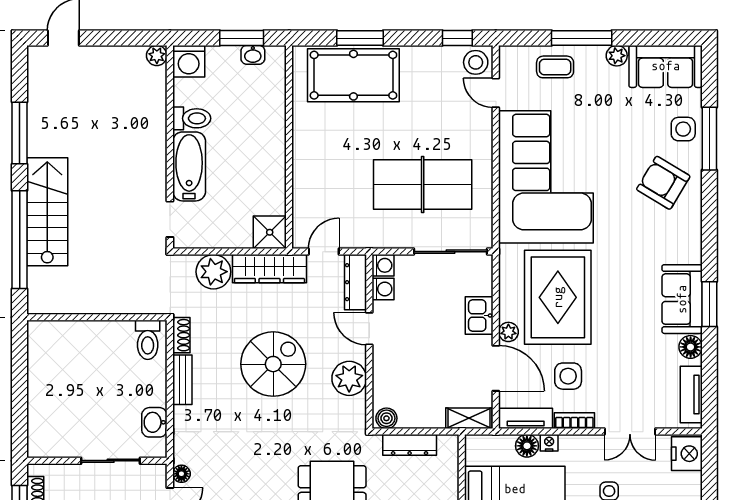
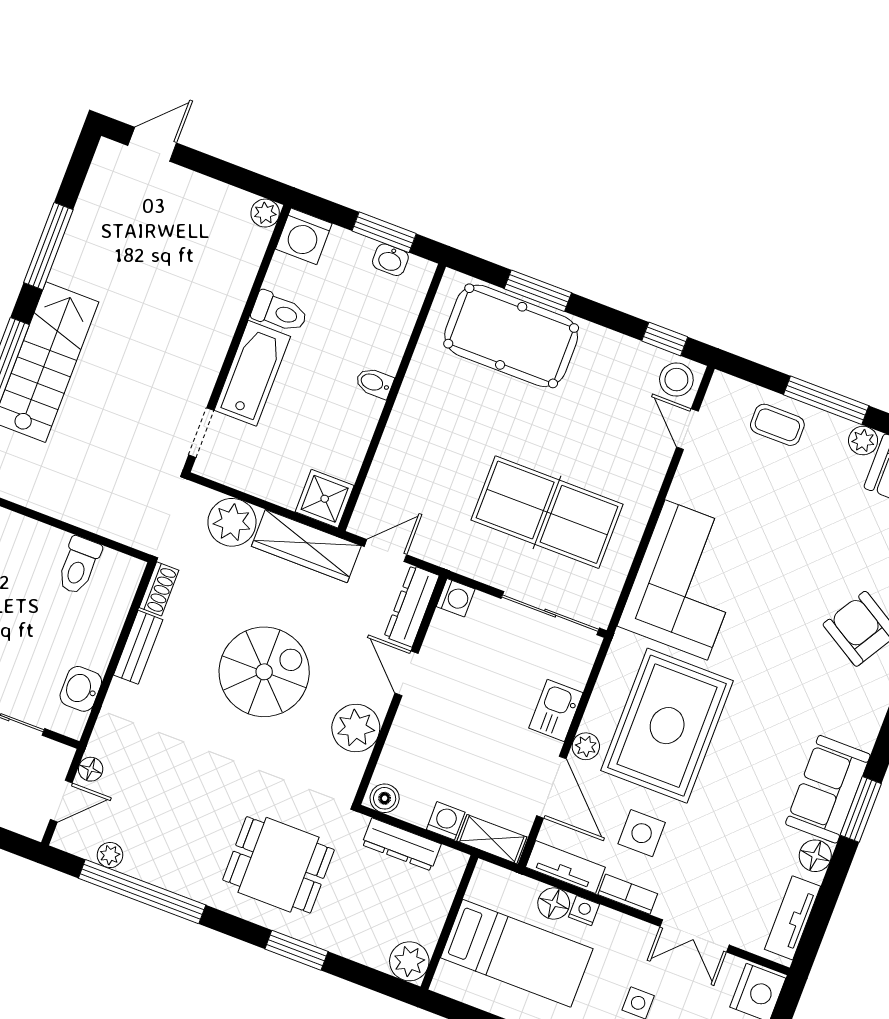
bidet: (273, 142) -> (374, 383), added
corner sofa: (546, 177) -> (686, 580), width x0.73, depth x0.74
washing machine: (383, 289) -> (446, 821), moved, turned -90
toilet: (148, 340) -> (79, 565), moved

